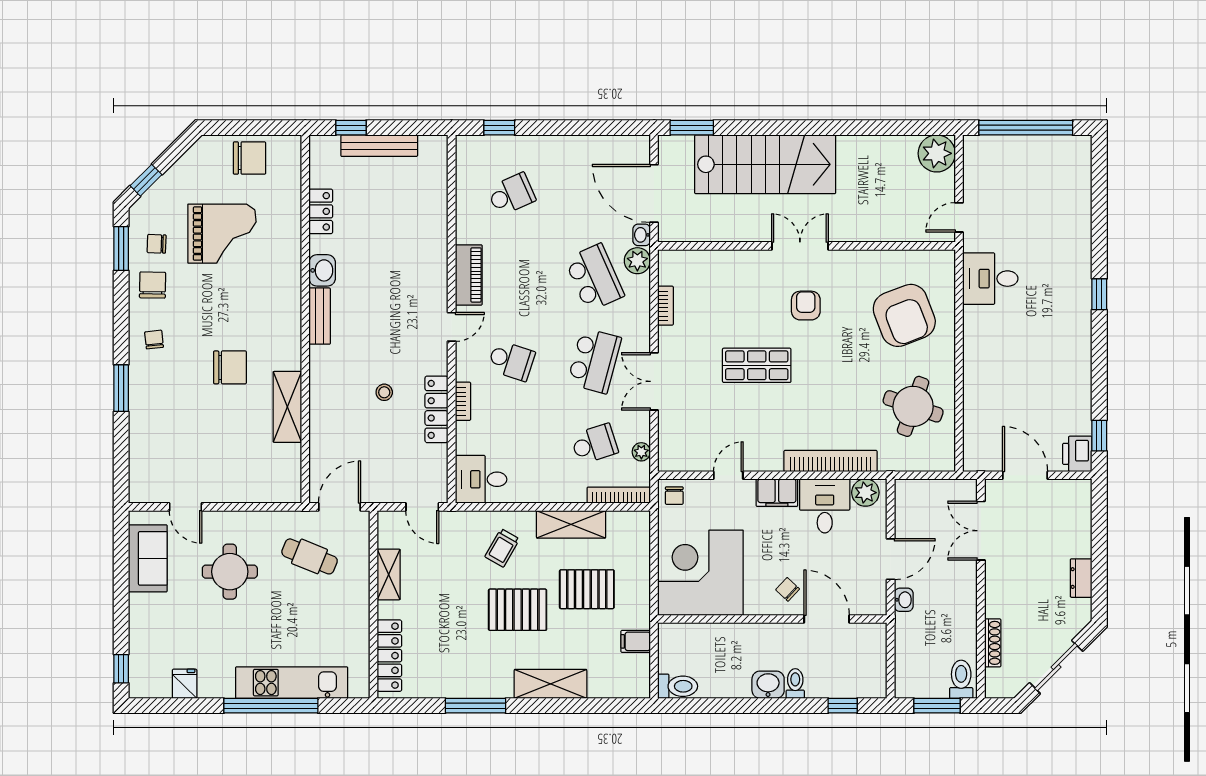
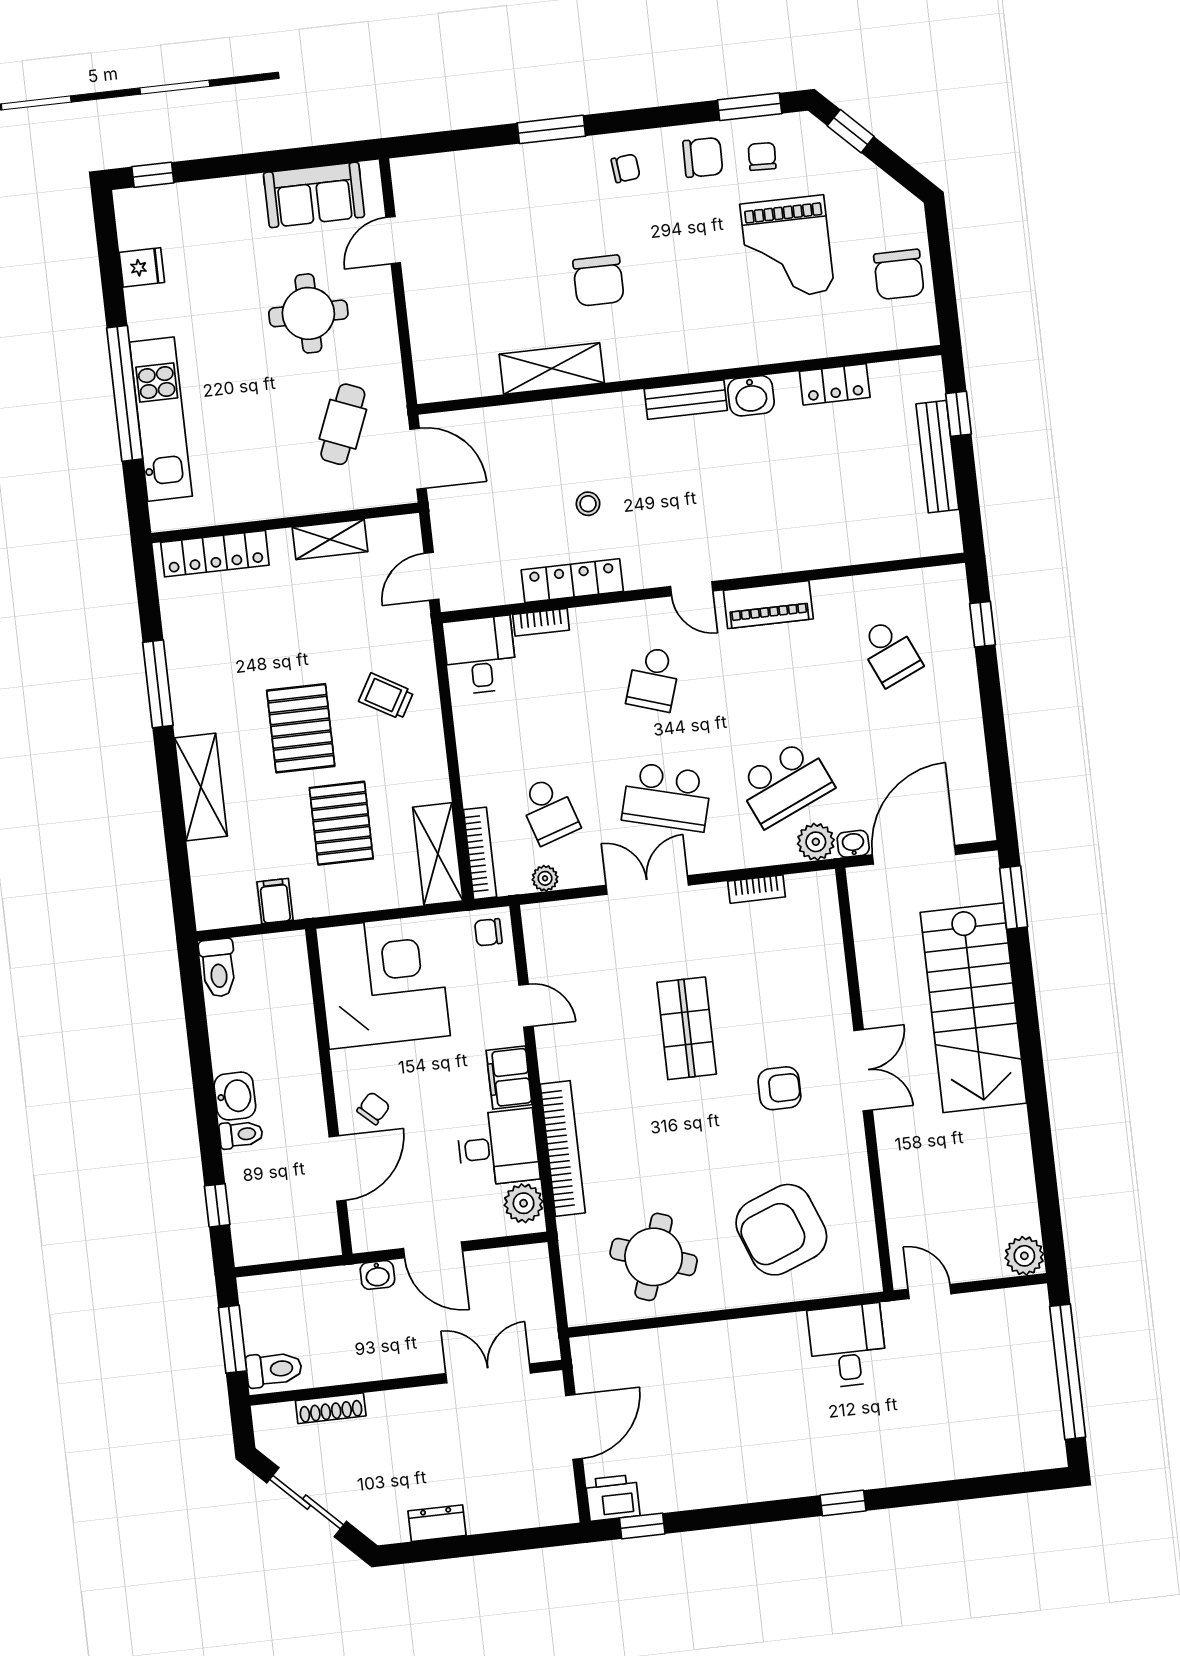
plant: (937, 153) -> (1024, 1256), width x0.73, depth x0.73
bookcase: (463, 401) -> (541, 622), moved
shelving: (571, 524) -> (438, 854), moved

